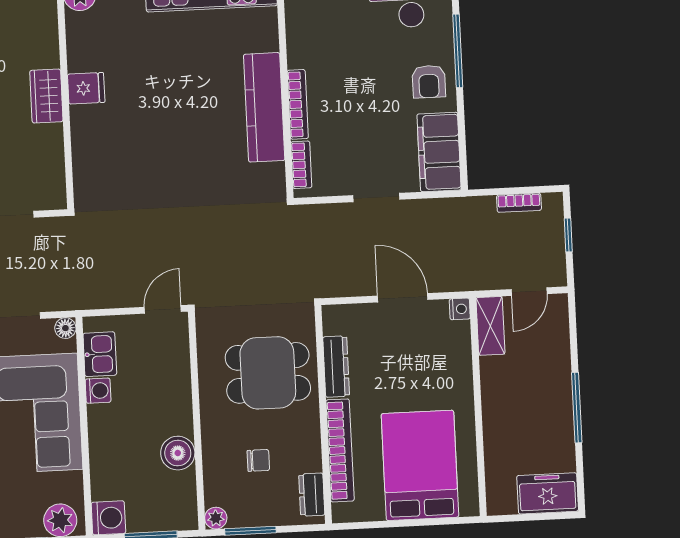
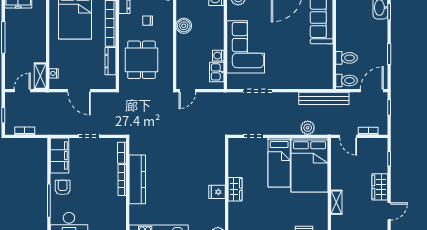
nightstand: (460, 309) -> (54, 73), moved
floor lamp: (65, 328) -> (232, 84), removed
dining table: (268, 373) -> (141, 60), turned 90

